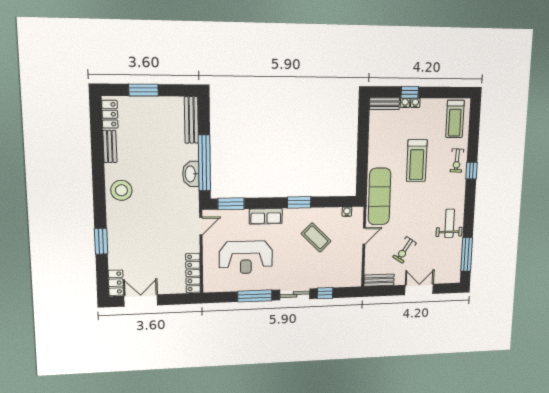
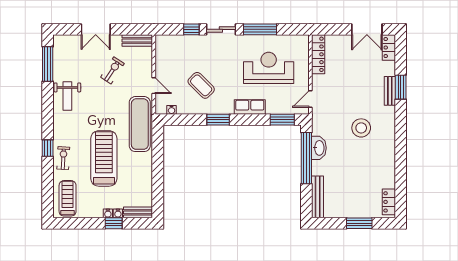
bench: (110, 146) -> (390, 91), moved
treadmill: (417, 161) -> (104, 158), width x1.37, depth x1.38
stool: (121, 190) -> (361, 128), moved
door: (364, 236) -> (154, 86), swing flipped

